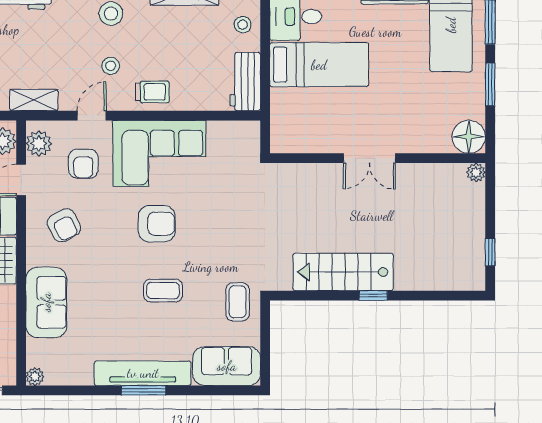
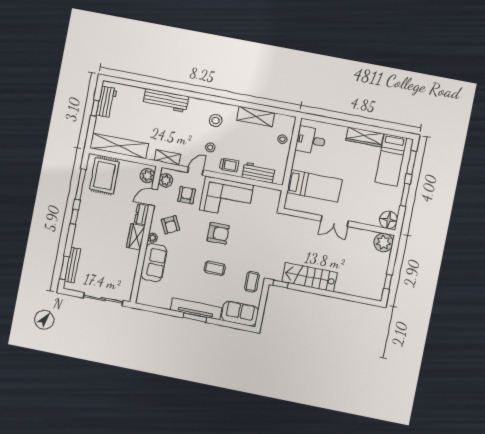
bed: (319, 65) -> (314, 186), moved
workbench: (245, 82) -> (258, 173), moved, turned 90
armchair: (83, 164) -> (186, 195), turned 180
plant: (476, 172) -> (383, 243), width x1.87, depth x1.87
window: (373, 296) -> (281, 284), moved
plant: (35, 377) -> (153, 238), moved

